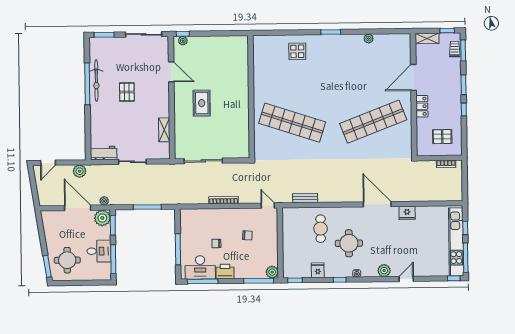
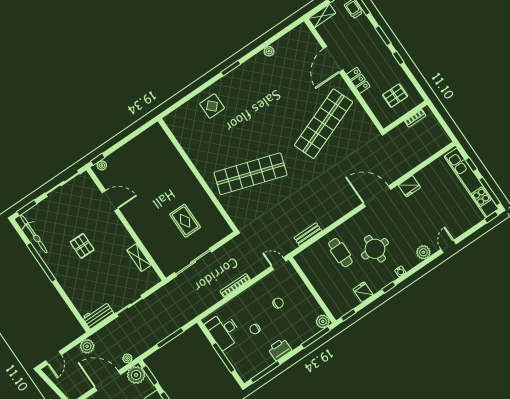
bicycle: (96, 81) -> (34, 234), moved
rug: (202, 103) -> (185, 221), moved
desk: (200, 267) -> (224, 331), moved, turned 90

